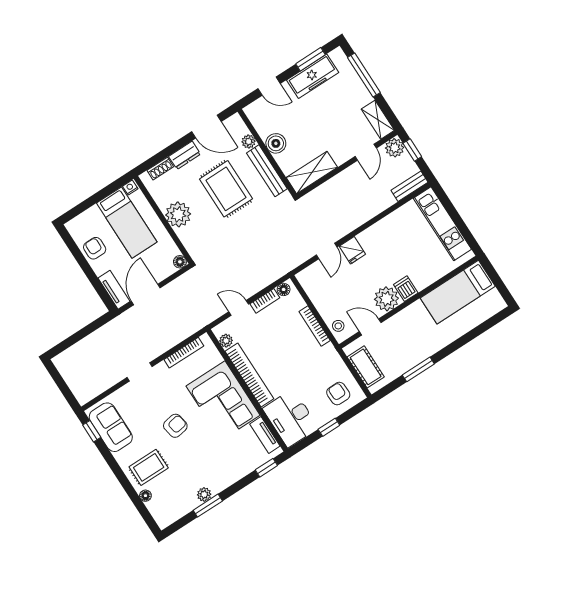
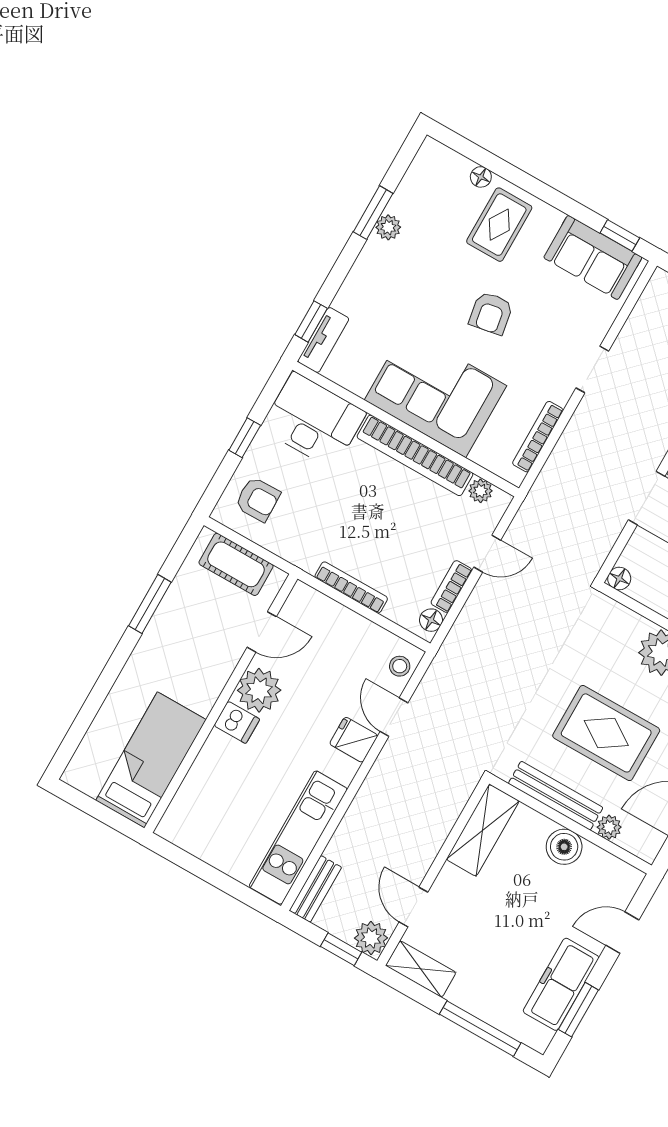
kitchen unit: (442, 224) -> (298, 838), moved, turned -90
stool: (338, 326) -> (400, 666), moved
tv unit: (265, 435) -> (323, 340), moved, turned 90

